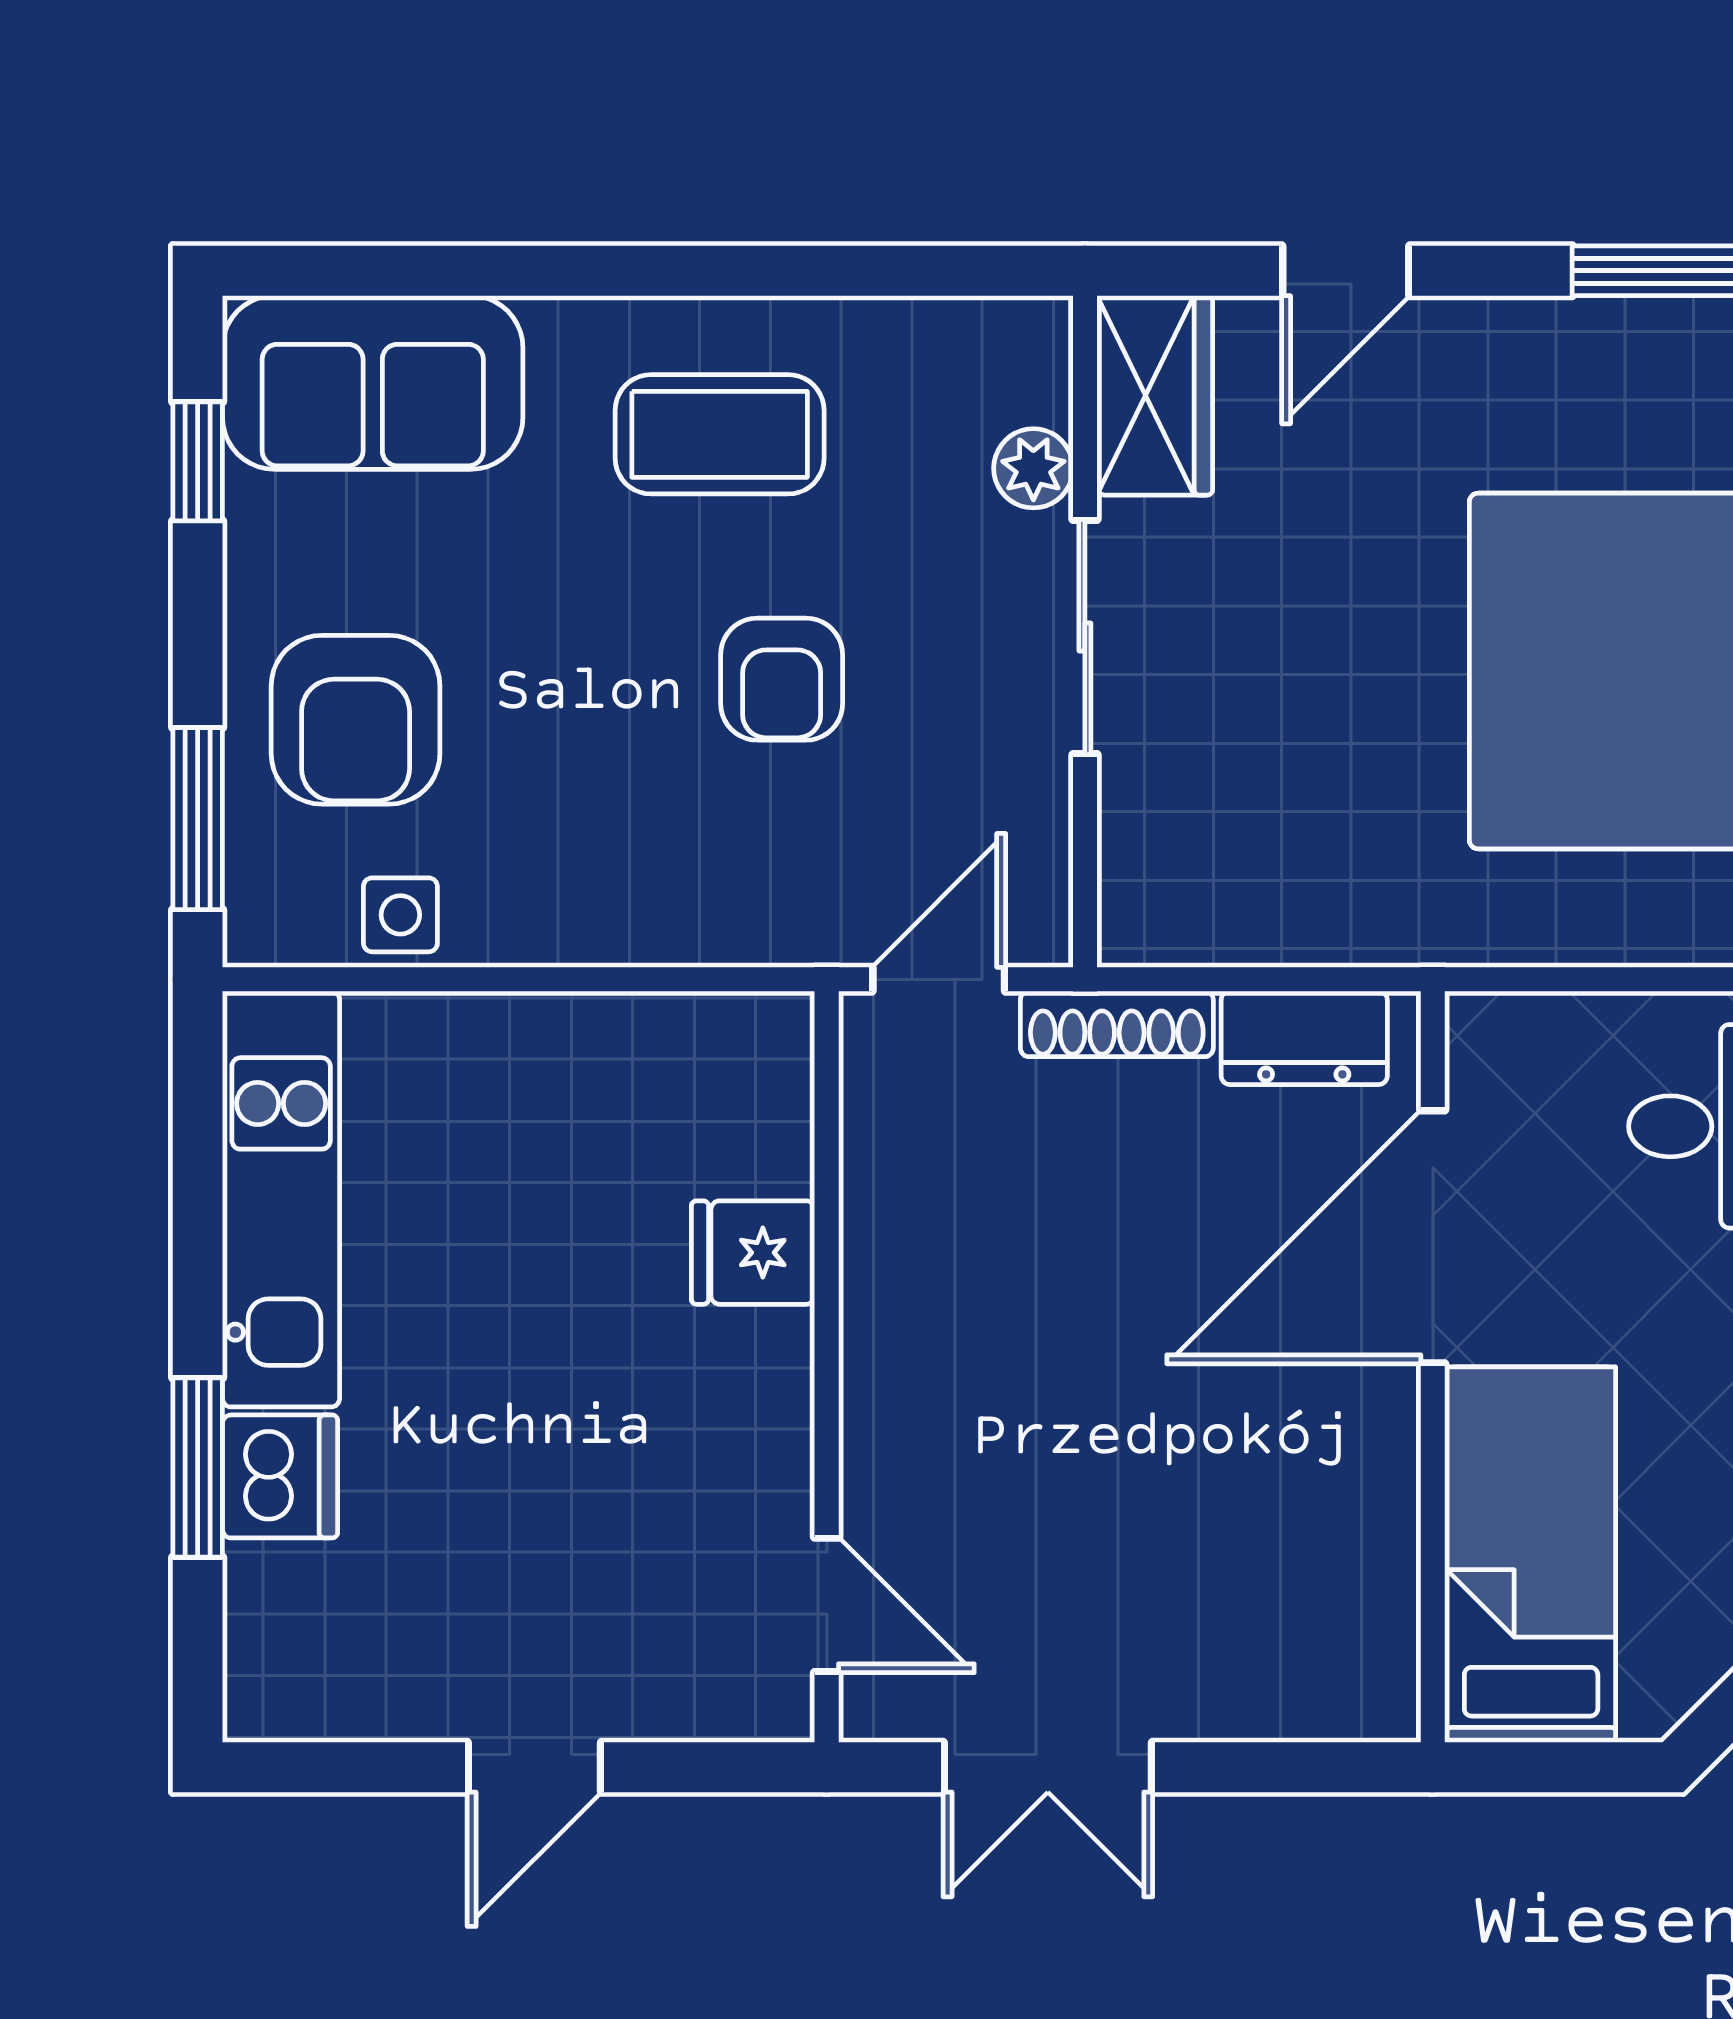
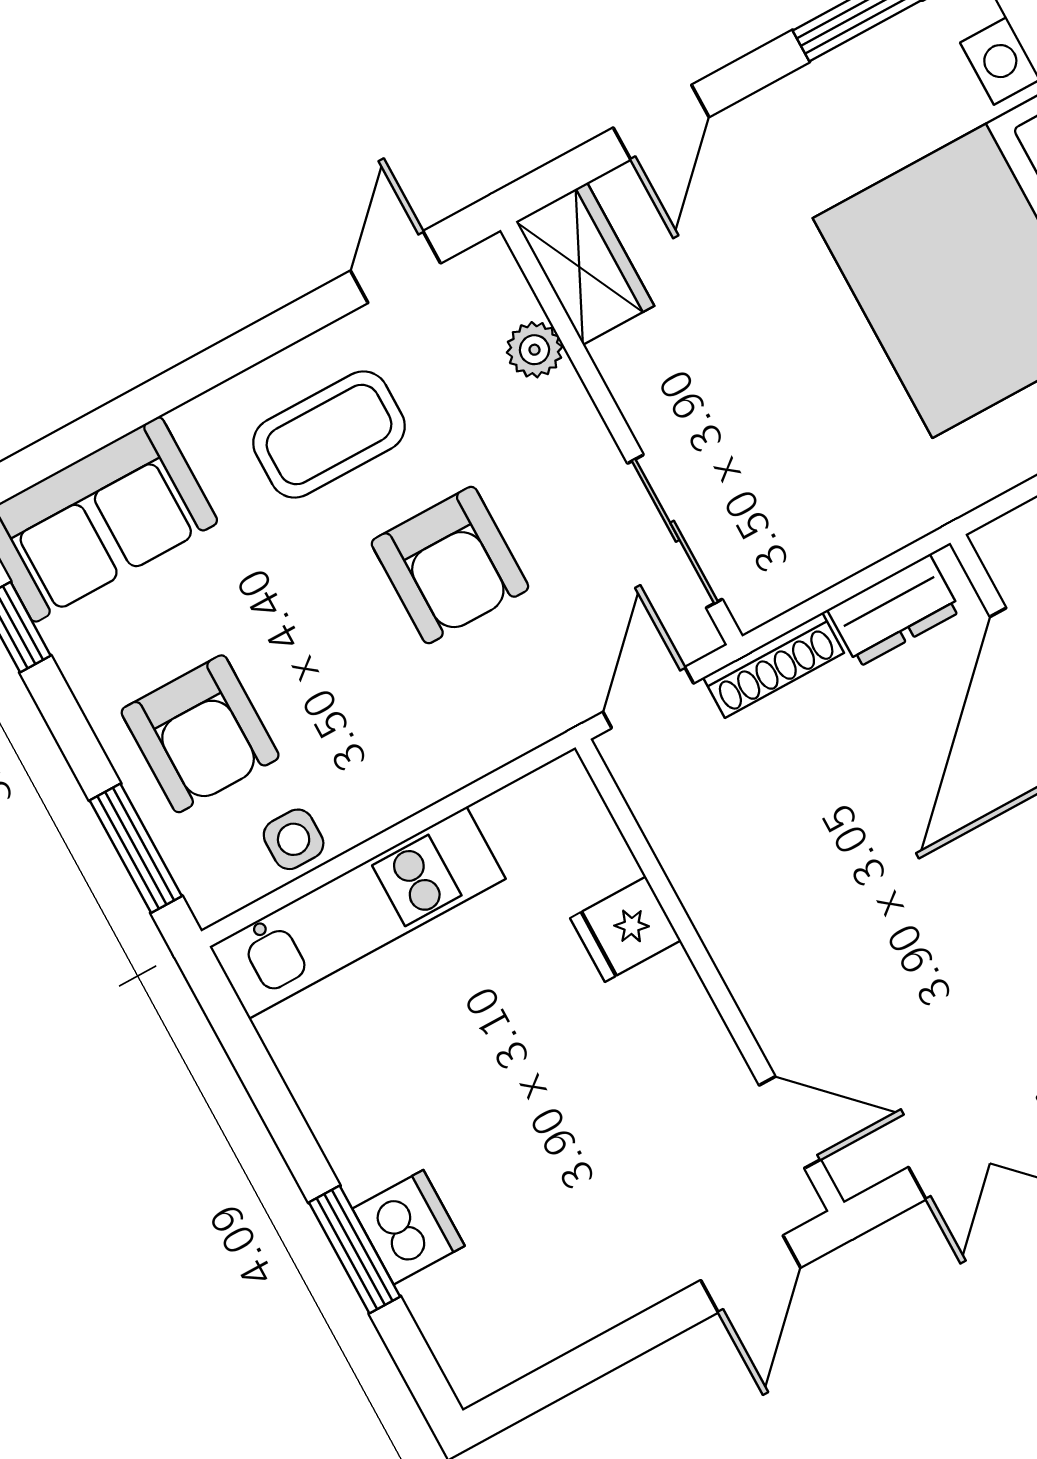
door: (916, 271) -> (396, 267), added
sliding door: (1085, 637) -> (675, 531), moved
armchair: (782, 679) -> (450, 565), width x1.38, depth x1.38
kitchen unit: (281, 1199) -> (358, 913), moved, turned 90
door: (534, 1767) -> (751, 1274), moved

